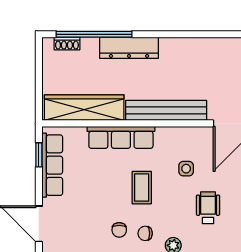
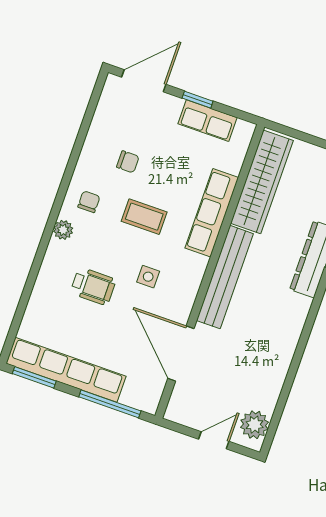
window: (39, 155) -> (198, 100), moved
row of seats: (52, 165) -> (207, 121), width x0.68
chair: (119, 230) -> (128, 162), moved, turned 180

